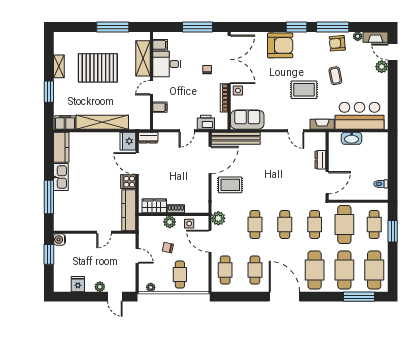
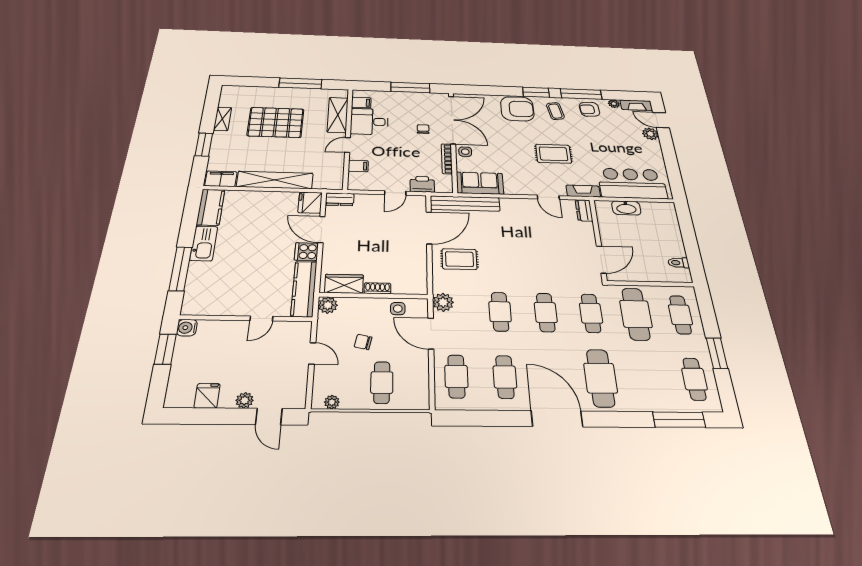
coffee table: (335, 76) -> (555, 111), moved
dresser: (320, 160) -> (584, 210), moved
plant: (170, 222) -> (328, 305), moved
window: (393, 231) -> (717, 353), moved
cafe table: (344, 270) -> (648, 379), removed
cafe table: (374, 270) -> (694, 379), width x0.73, depth x0.74

